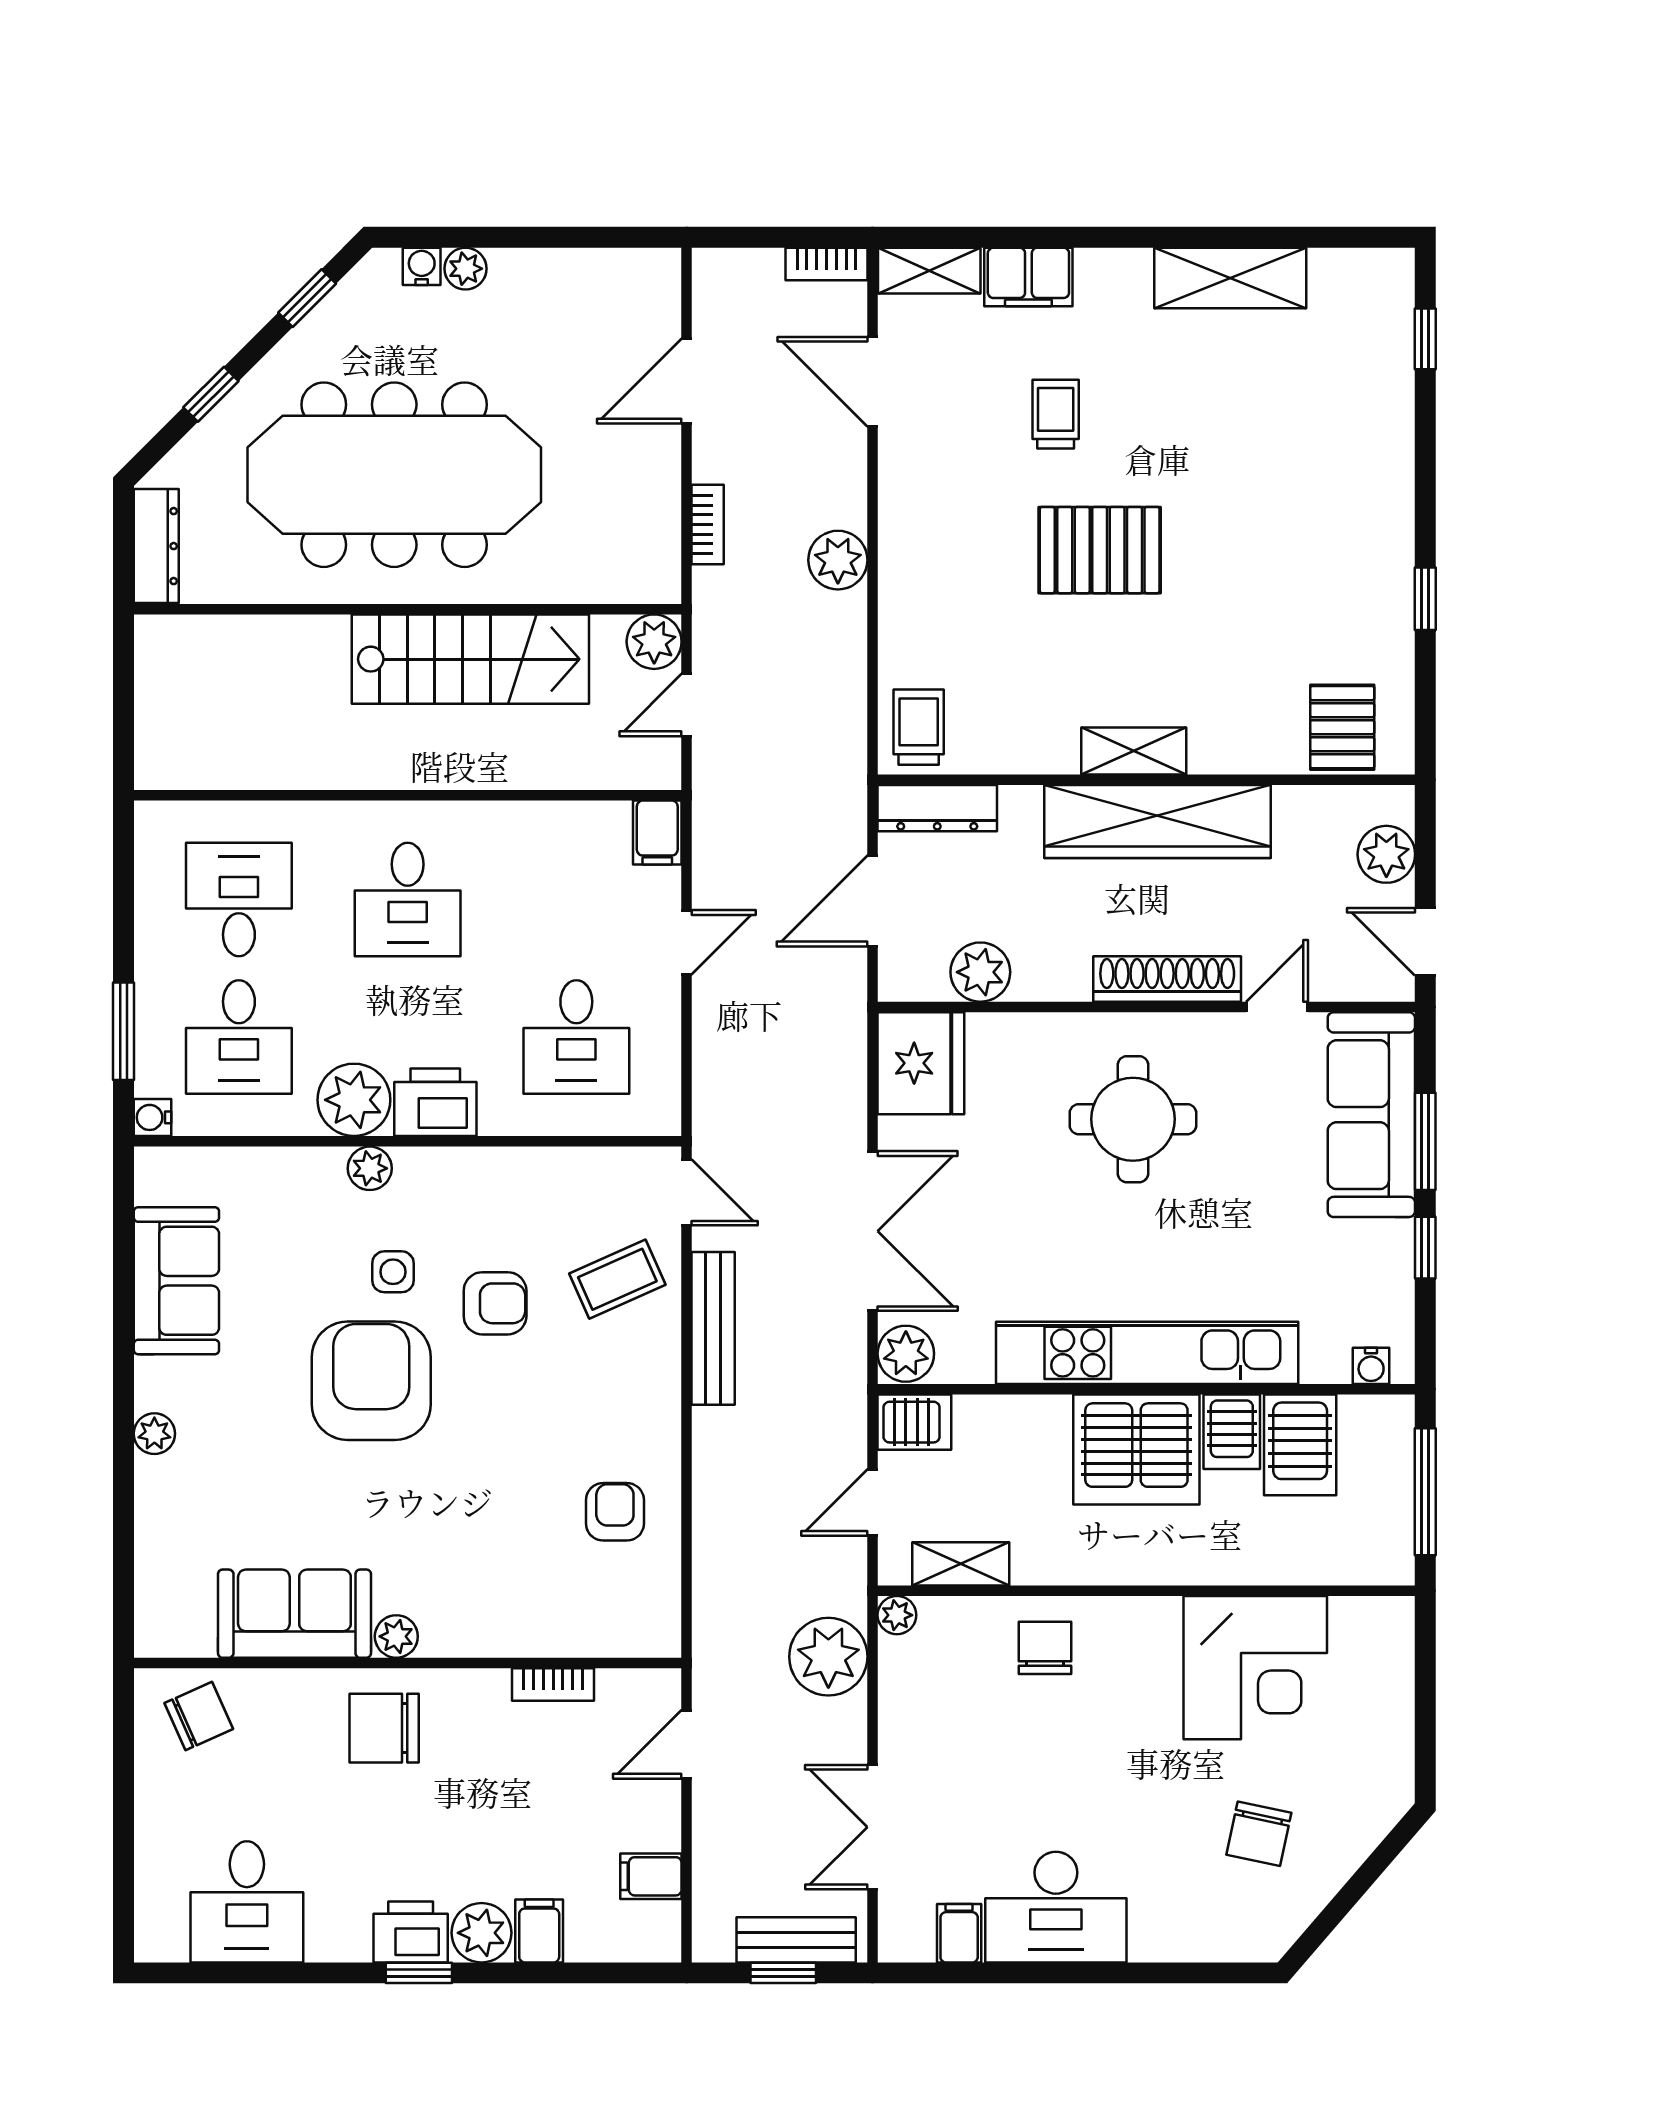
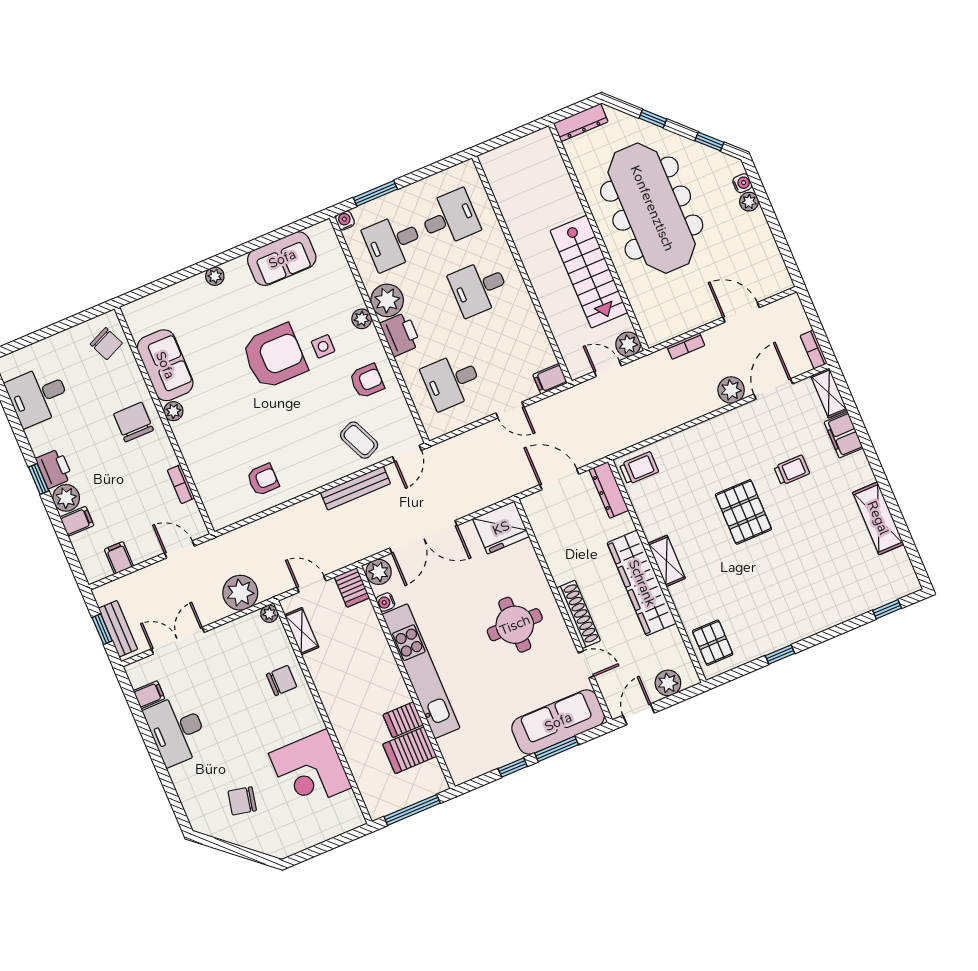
plant: (838, 560) -> (731, 390), moved
pallet: (1342, 727) -> (713, 643), turned 90
plant: (980, 972) -> (549, 536), removed
armchair: (495, 1303) -> (367, 381), moved, turned -90
water cooler: (1371, 1366) -> (385, 602), moved
server rack: (1136, 1449) -> (379, 684), removed

